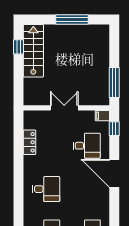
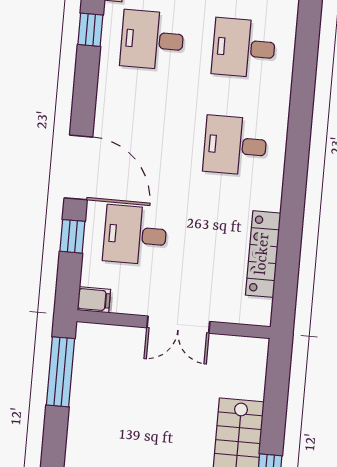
window: (114, 129) -> (72, 236), moved
locker: (30, 142) -> (263, 254), width x1.53

